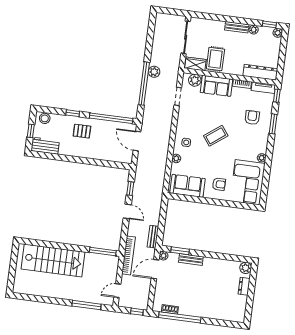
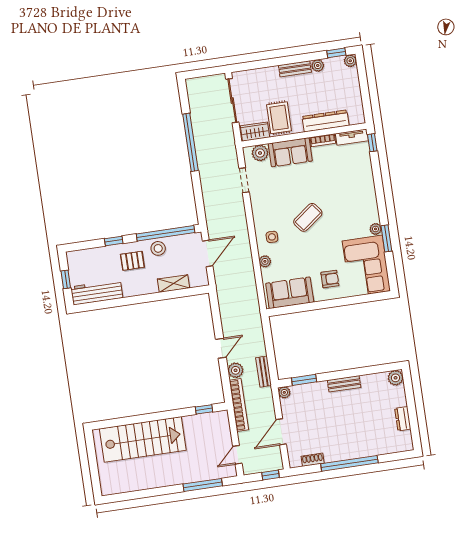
plant: (154, 72) -> (236, 370), moved
dresser: (260, 72) -> (326, 121), moved
window: (144, 83) -> (190, 142), moved
stool: (45, 118) -> (158, 248), moved
armchair: (252, 118) -> (348, 180), removed
window: (273, 124) -> (386, 238), moved
door: (137, 141) -> (208, 253), swing flipped
workbench: (45, 146) -> (97, 292), width x1.38
shelving: (107, 156) -> (174, 284), added
window: (130, 188) -> (216, 317), removed
door: (127, 211) -> (221, 348), hinge flipped
window: (103, 252) -> (204, 409), width x0.46
bench: (191, 259) -> (344, 384), moved
door: (155, 269) -> (281, 432), moved
dresser: (244, 286) -> (403, 419), moved
window: (180, 317) -> (349, 463), moved

